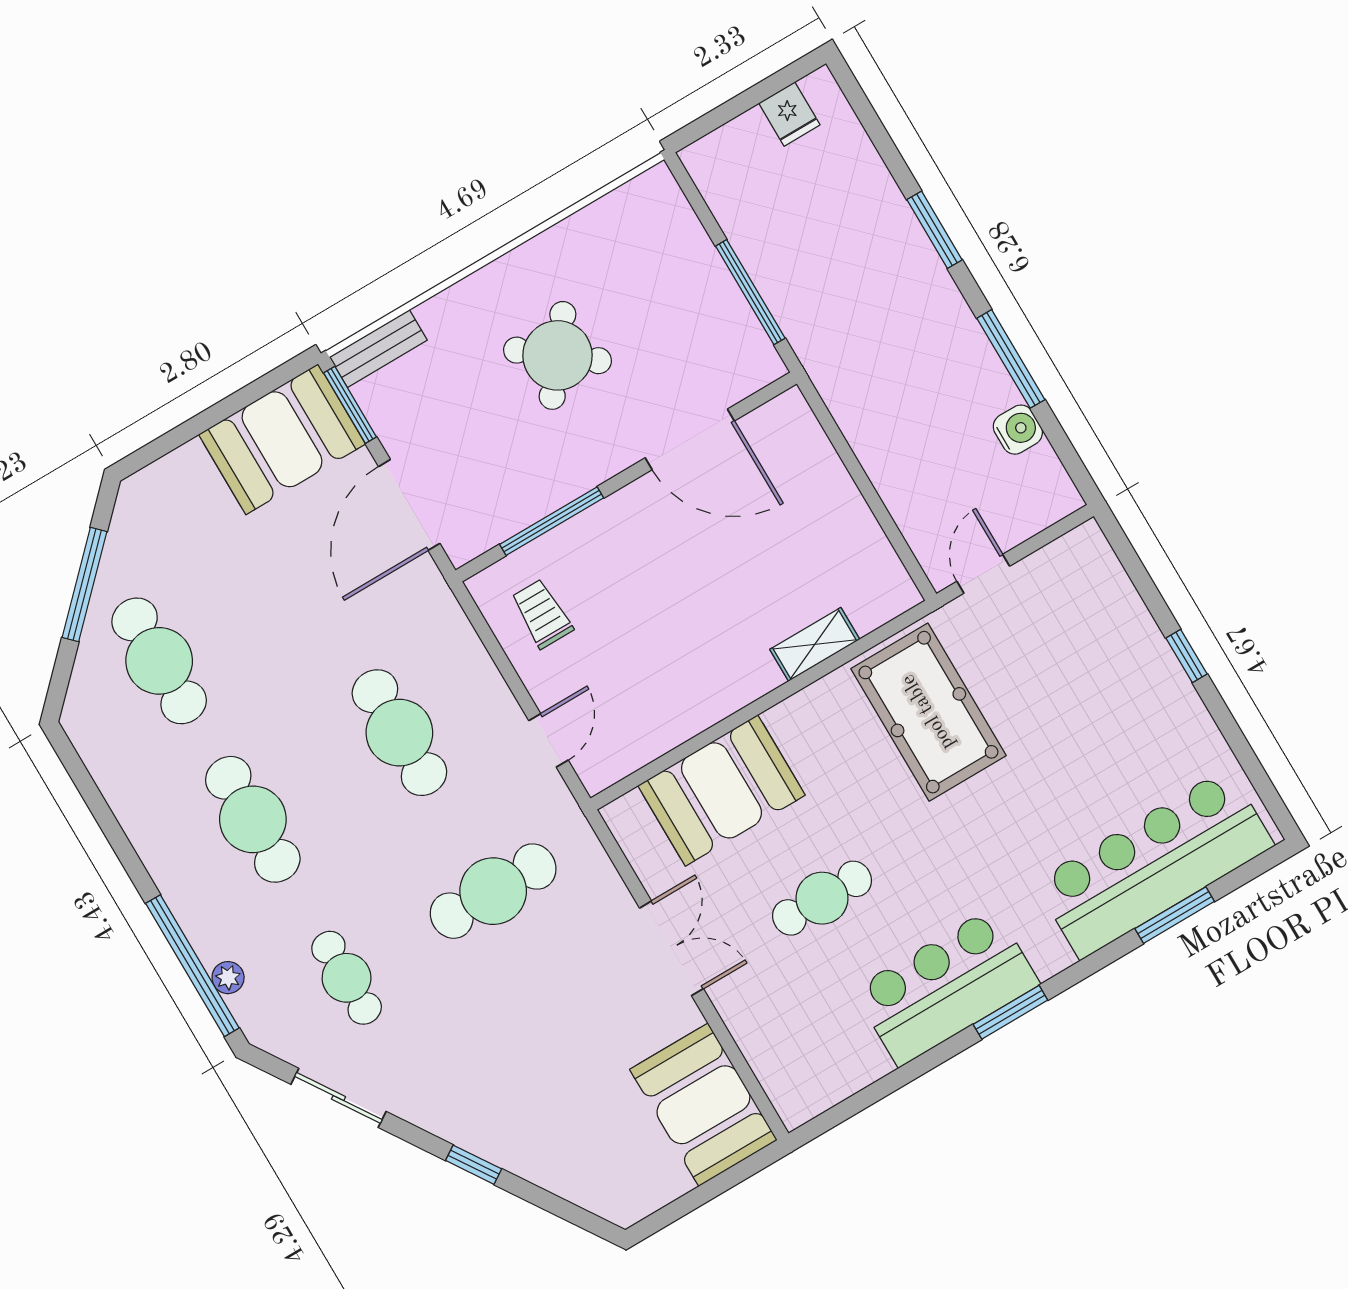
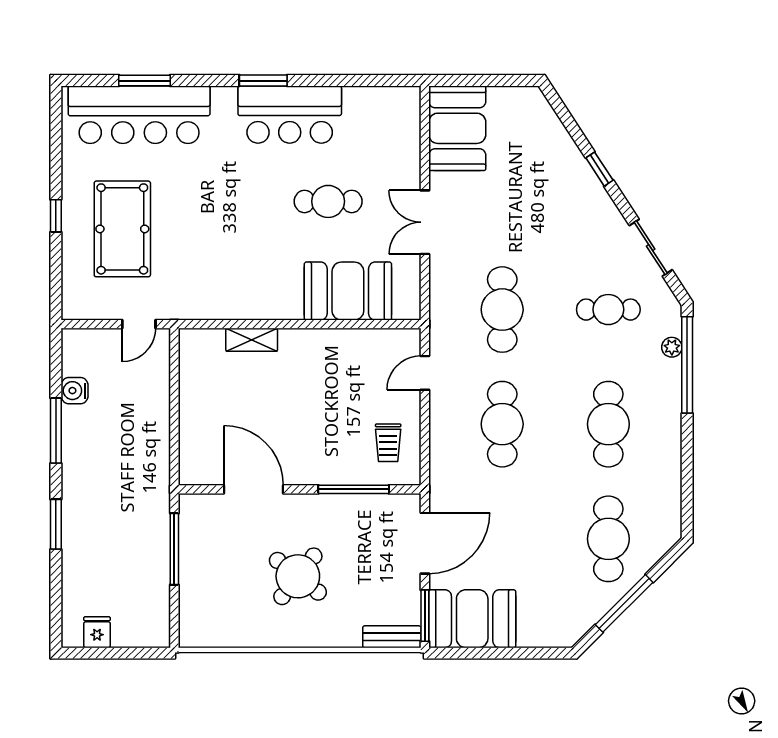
pool table: (928, 712) -> (122, 229), moved
cafe table: (493, 891) -> (502, 310), turned 90
cafe table: (347, 978) -> (608, 310), turned 90

